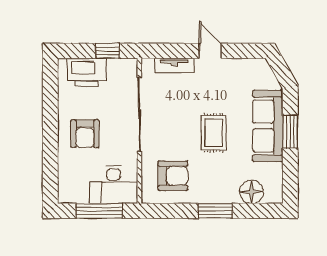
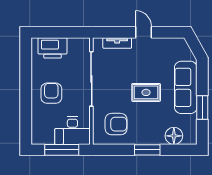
window: (107, 51) -> (68, 32), removed
window: (290, 132) -> (202, 108), moved
rug: (214, 133) -> (146, 92), turned 90
armchair: (85, 134) -> (51, 93), turned 180

